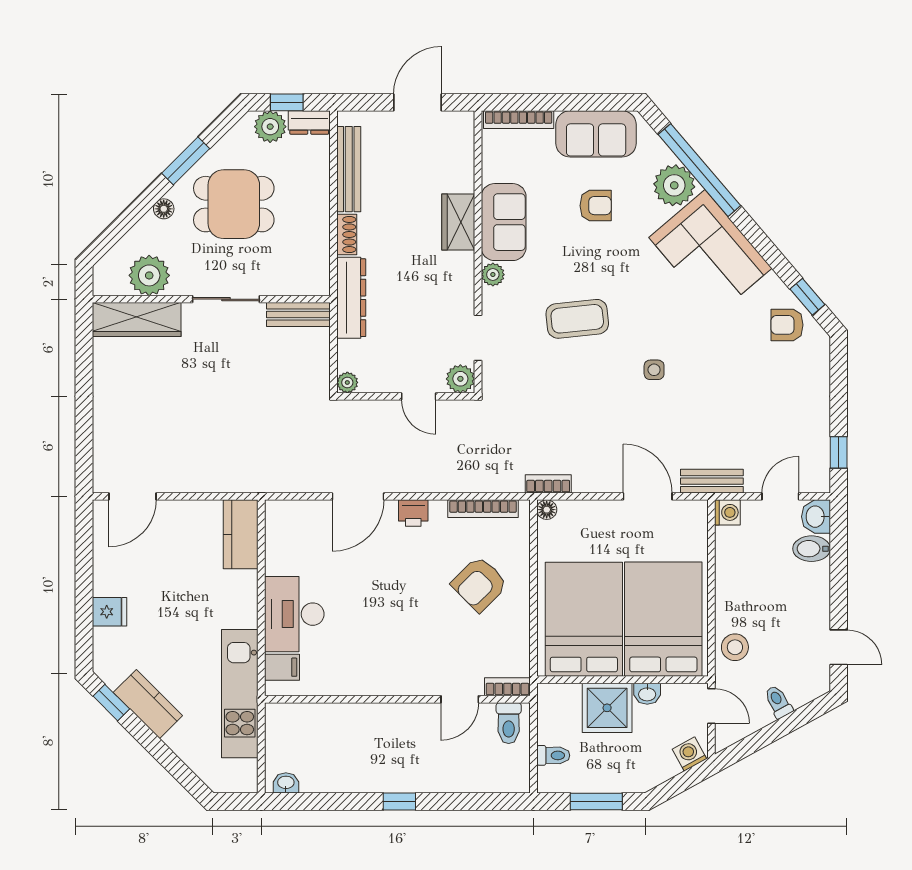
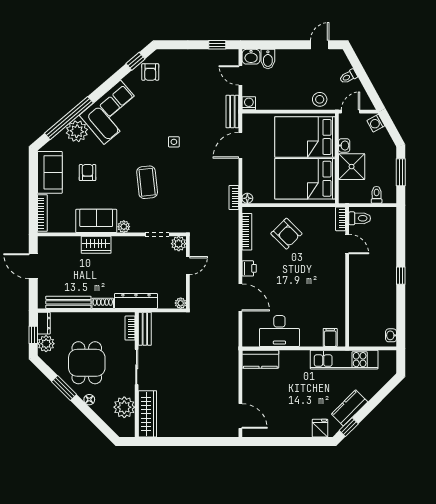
bookcase: (300, 287) -> (130, 328), added
fridge: (109, 612) -> (320, 428), moved
desk: (294, 614) -> (279, 331), moved

